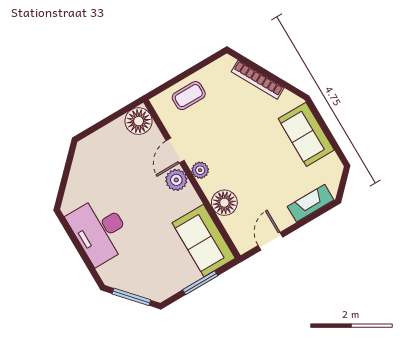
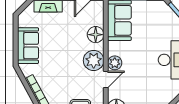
plant: (200, 170) -> (94, 60), width x1.88, depth x1.88

